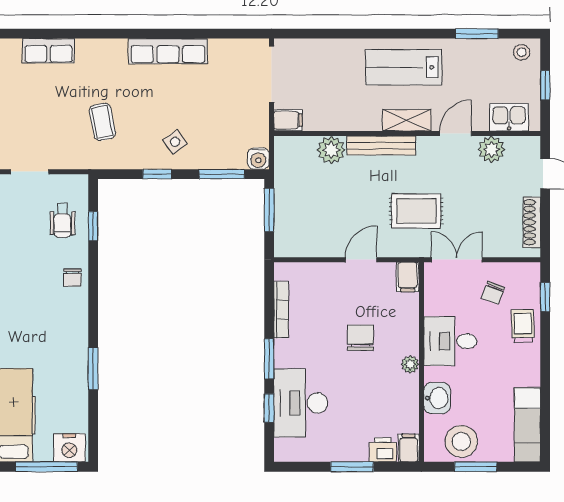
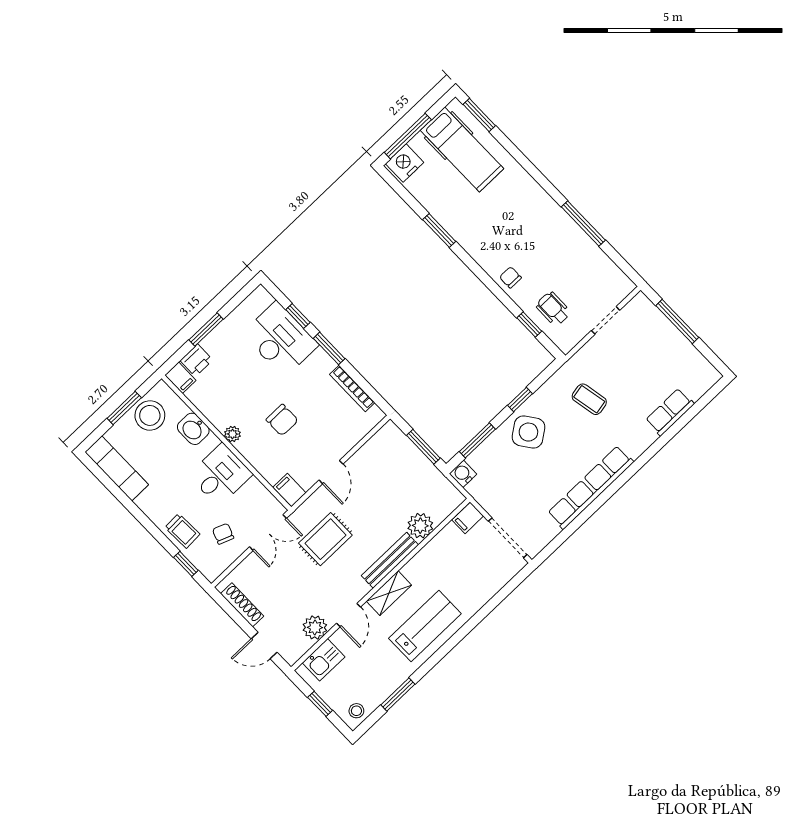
row of seats: (168, 51) -> (591, 487), width x1.36
side table: (175, 142) -> (528, 432), width x1.87, depth x1.87

